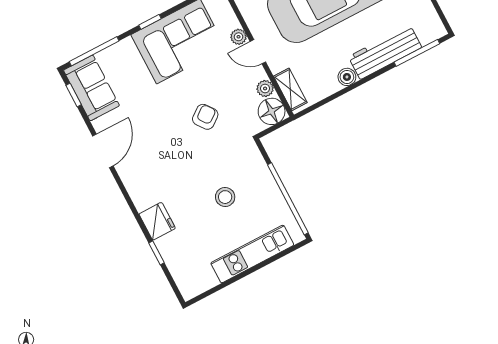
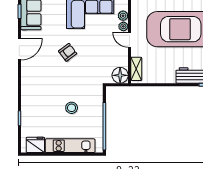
boiler: (347, 77) -> (170, 78), removed
plant: (265, 88) -> (123, 16), moved
armchair: (205, 117) -> (68, 52), moved
fridge: (157, 221) -> (35, 145), moved, turned -90

